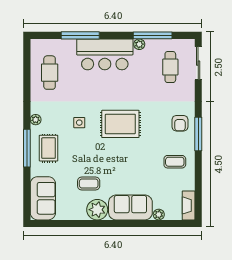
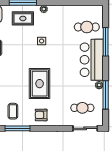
cafe table: (50, 73) -> (87, 27), moved
rug: (120, 124) -> (40, 84), moved
window: (198, 134) -> (17, 128), moved

